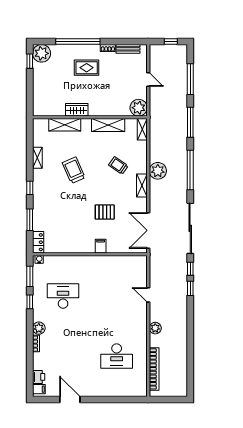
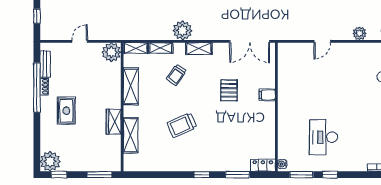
window: (78, 42) -> (37, 88), moved
window: (30, 97) -> (99, 175), added
shelving: (37, 158) -> (161, 48), moved
plant: (39, 328) -> (360, 164), removed

